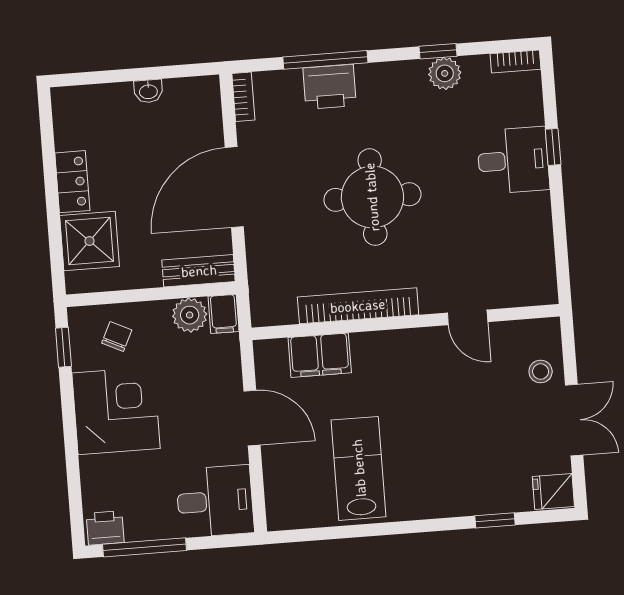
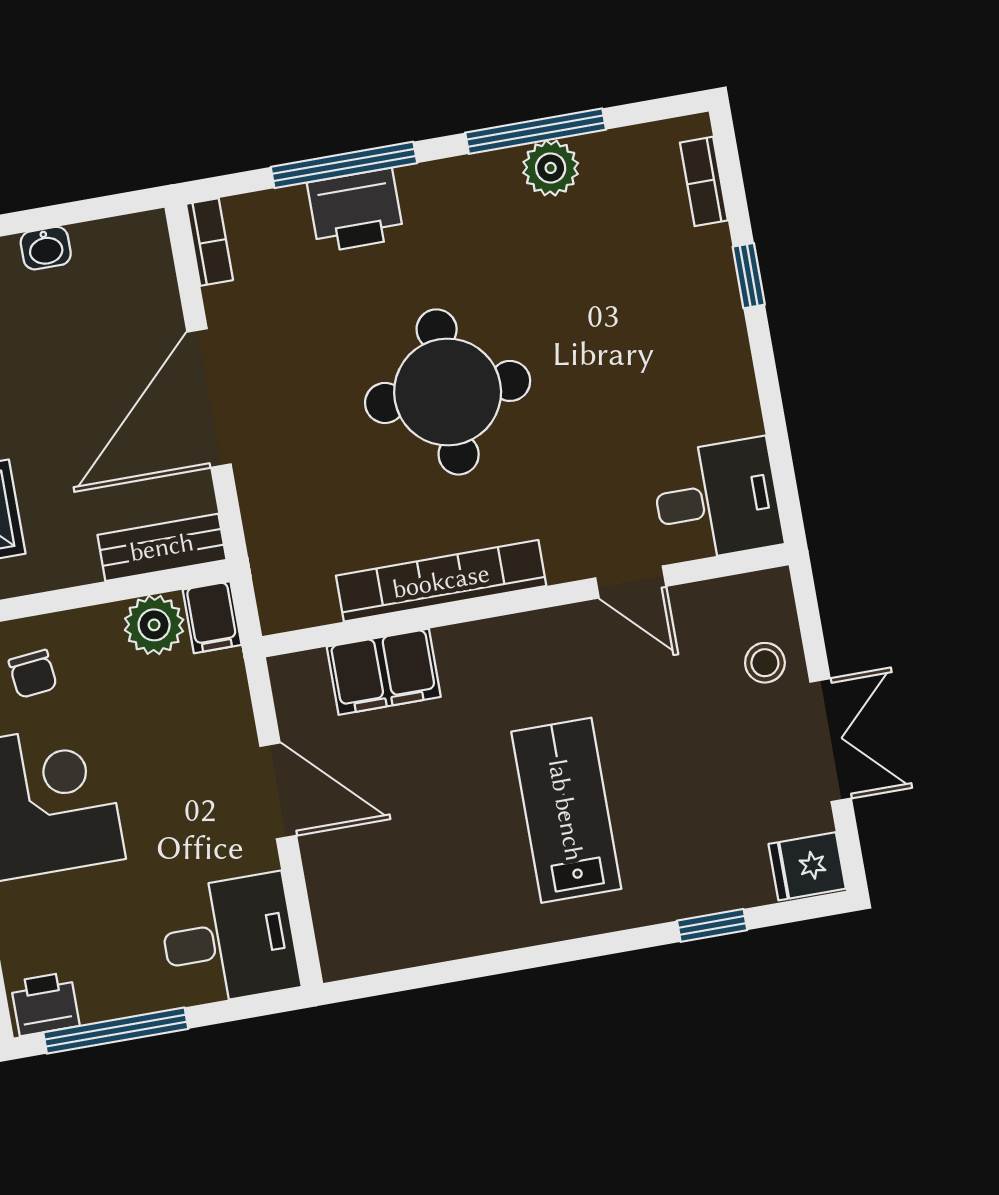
window: (438, 51) -> (536, 131), width x2.17
bookcase: (515, 62) -> (704, 181), moved, turned 90
desk: (513, 160) -> (717, 500), moved
chair: (117, 336) -> (33, 674), turned 148
lab bench: (359, 468) -> (566, 810), moved

